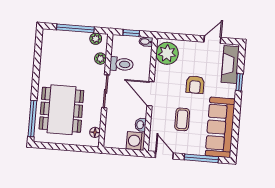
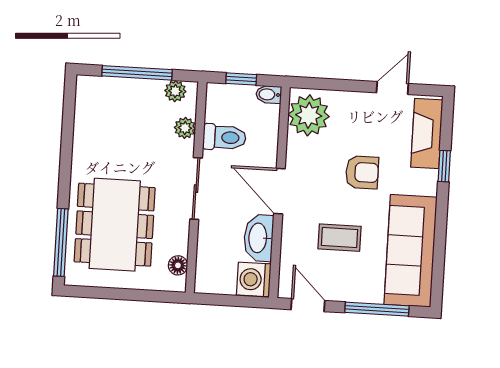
armchair: (195, 85) -> (362, 172), turned -90
coffee table: (182, 119) -> (340, 238), turned 90
washbasin: (140, 125) -> (259, 238), width x1.91, depth x1.45

